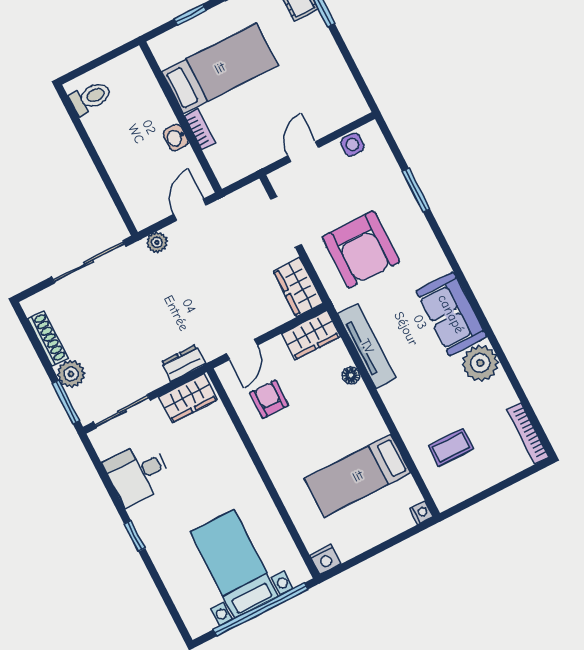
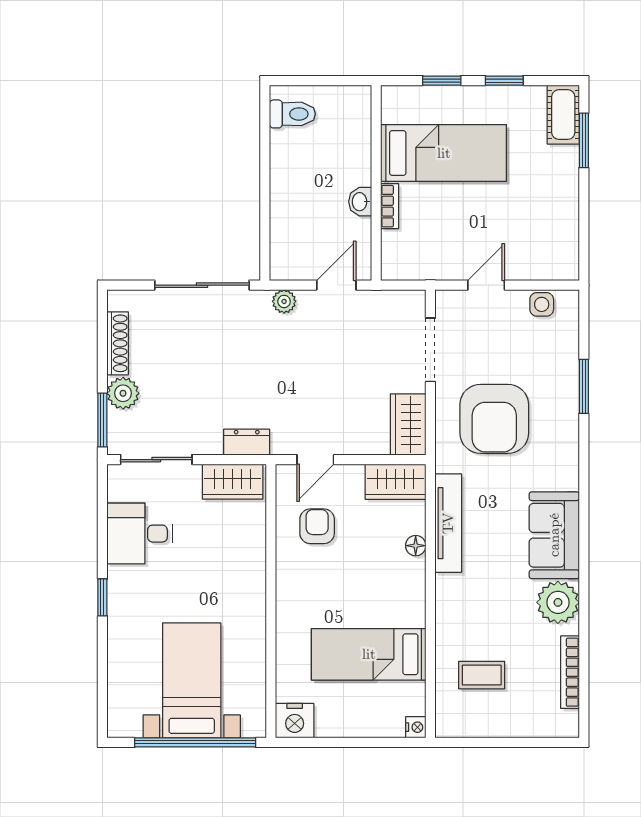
bookcase: (528, 433) -> (570, 672), moved
nightstand: (325, 560) -> (295, 721), width x1.36, depth x1.33

